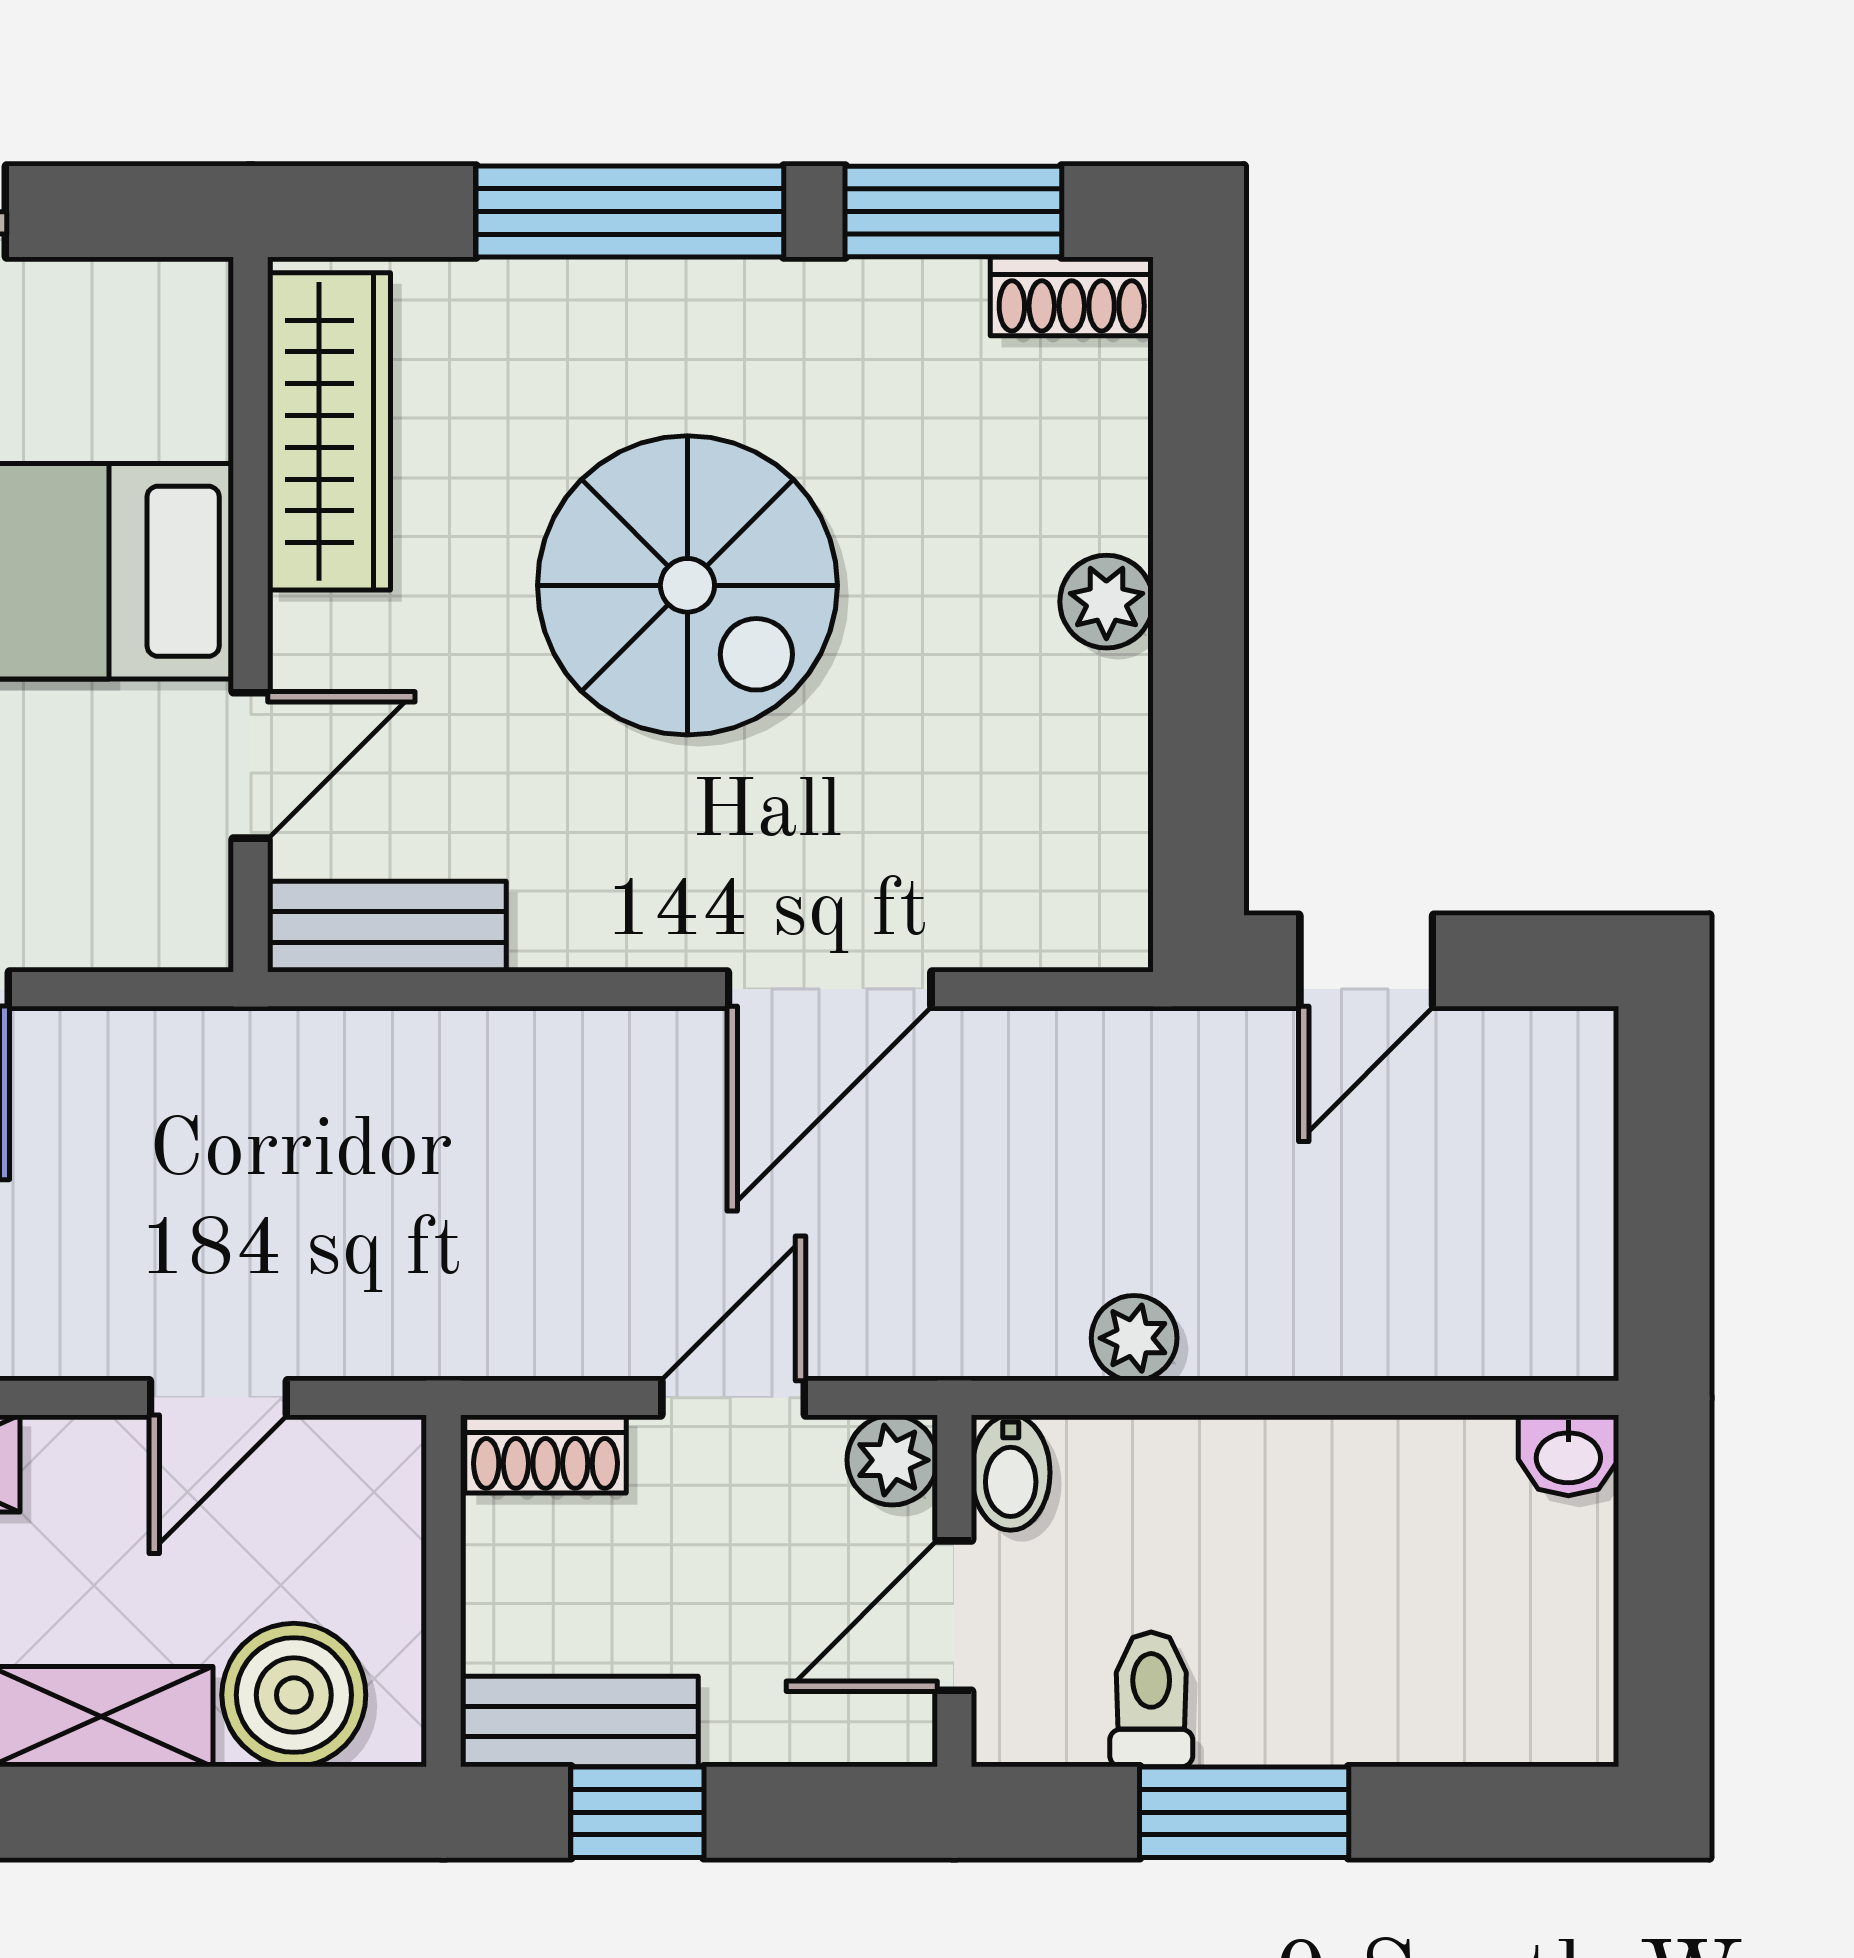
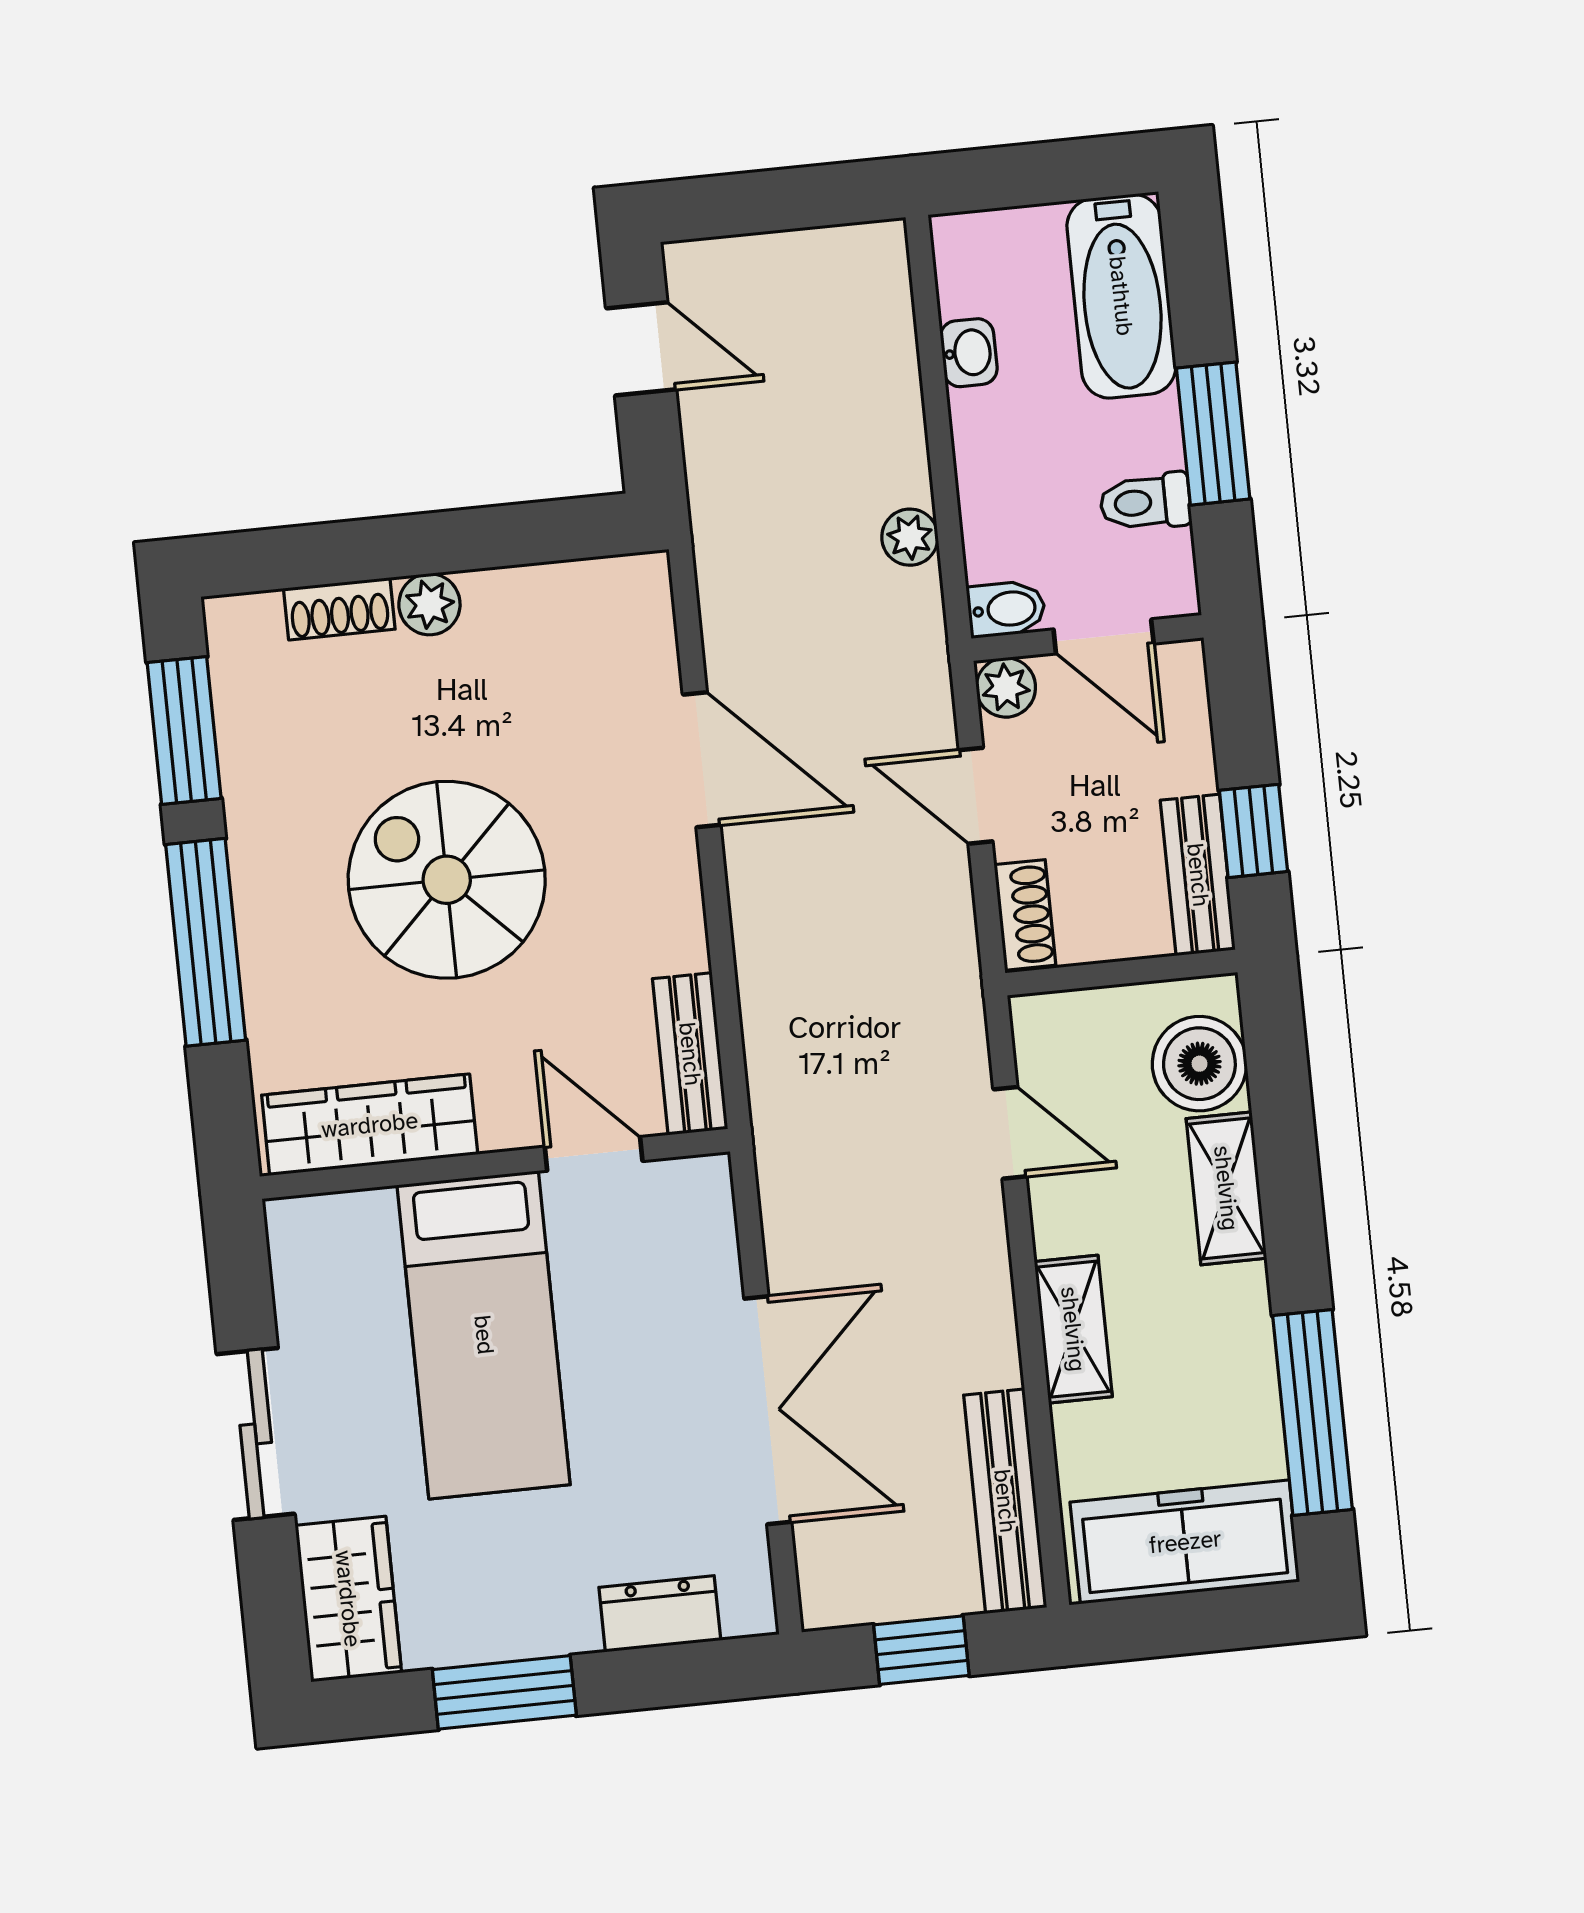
shoe rack: (1072, 296) -> (339, 609), moved, turned 90
spiral stairs: (687, 585) -> (447, 880), turned -90
door: (1366, 961) -> (641, 349), moved
washbasin: (1568, 1455) -> (969, 353), moved
bathtub: (1466, 1695) -> (1121, 296), added

